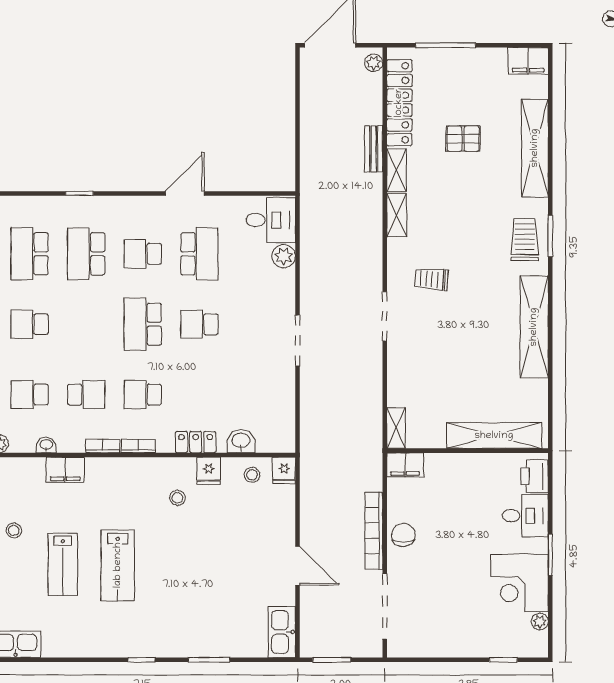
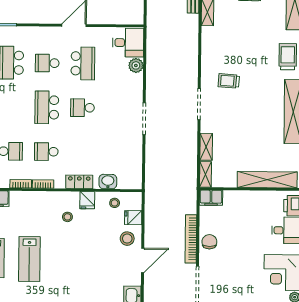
shelving: (397, 215) -> (206, 147), moved
fridge: (284, 471) -> (133, 218), moved, turned 90
stool: (273, 531) -> (127, 239), added
door: (298, 566) -> (143, 260), hinge flipped

